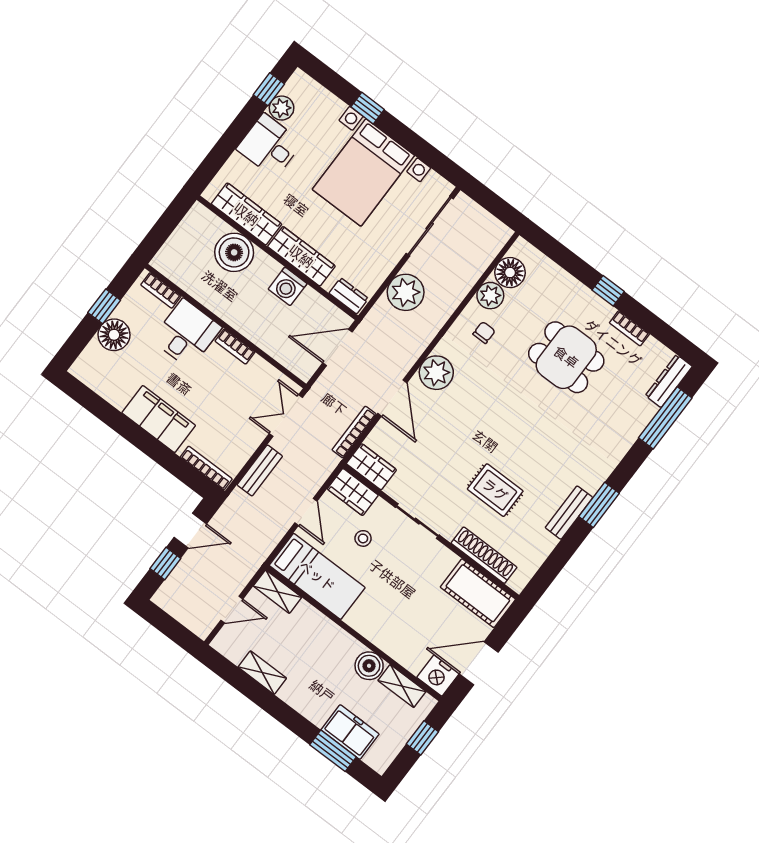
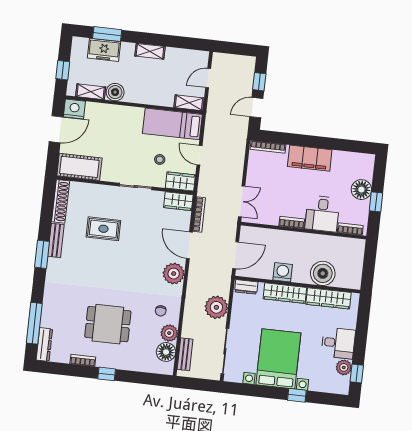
bench: (260, 470) -> (185, 354), moved
shoe rack: (484, 555) -> (61, 201), moved, turned -90
shelving: (262, 673) -> (150, 51), moved

